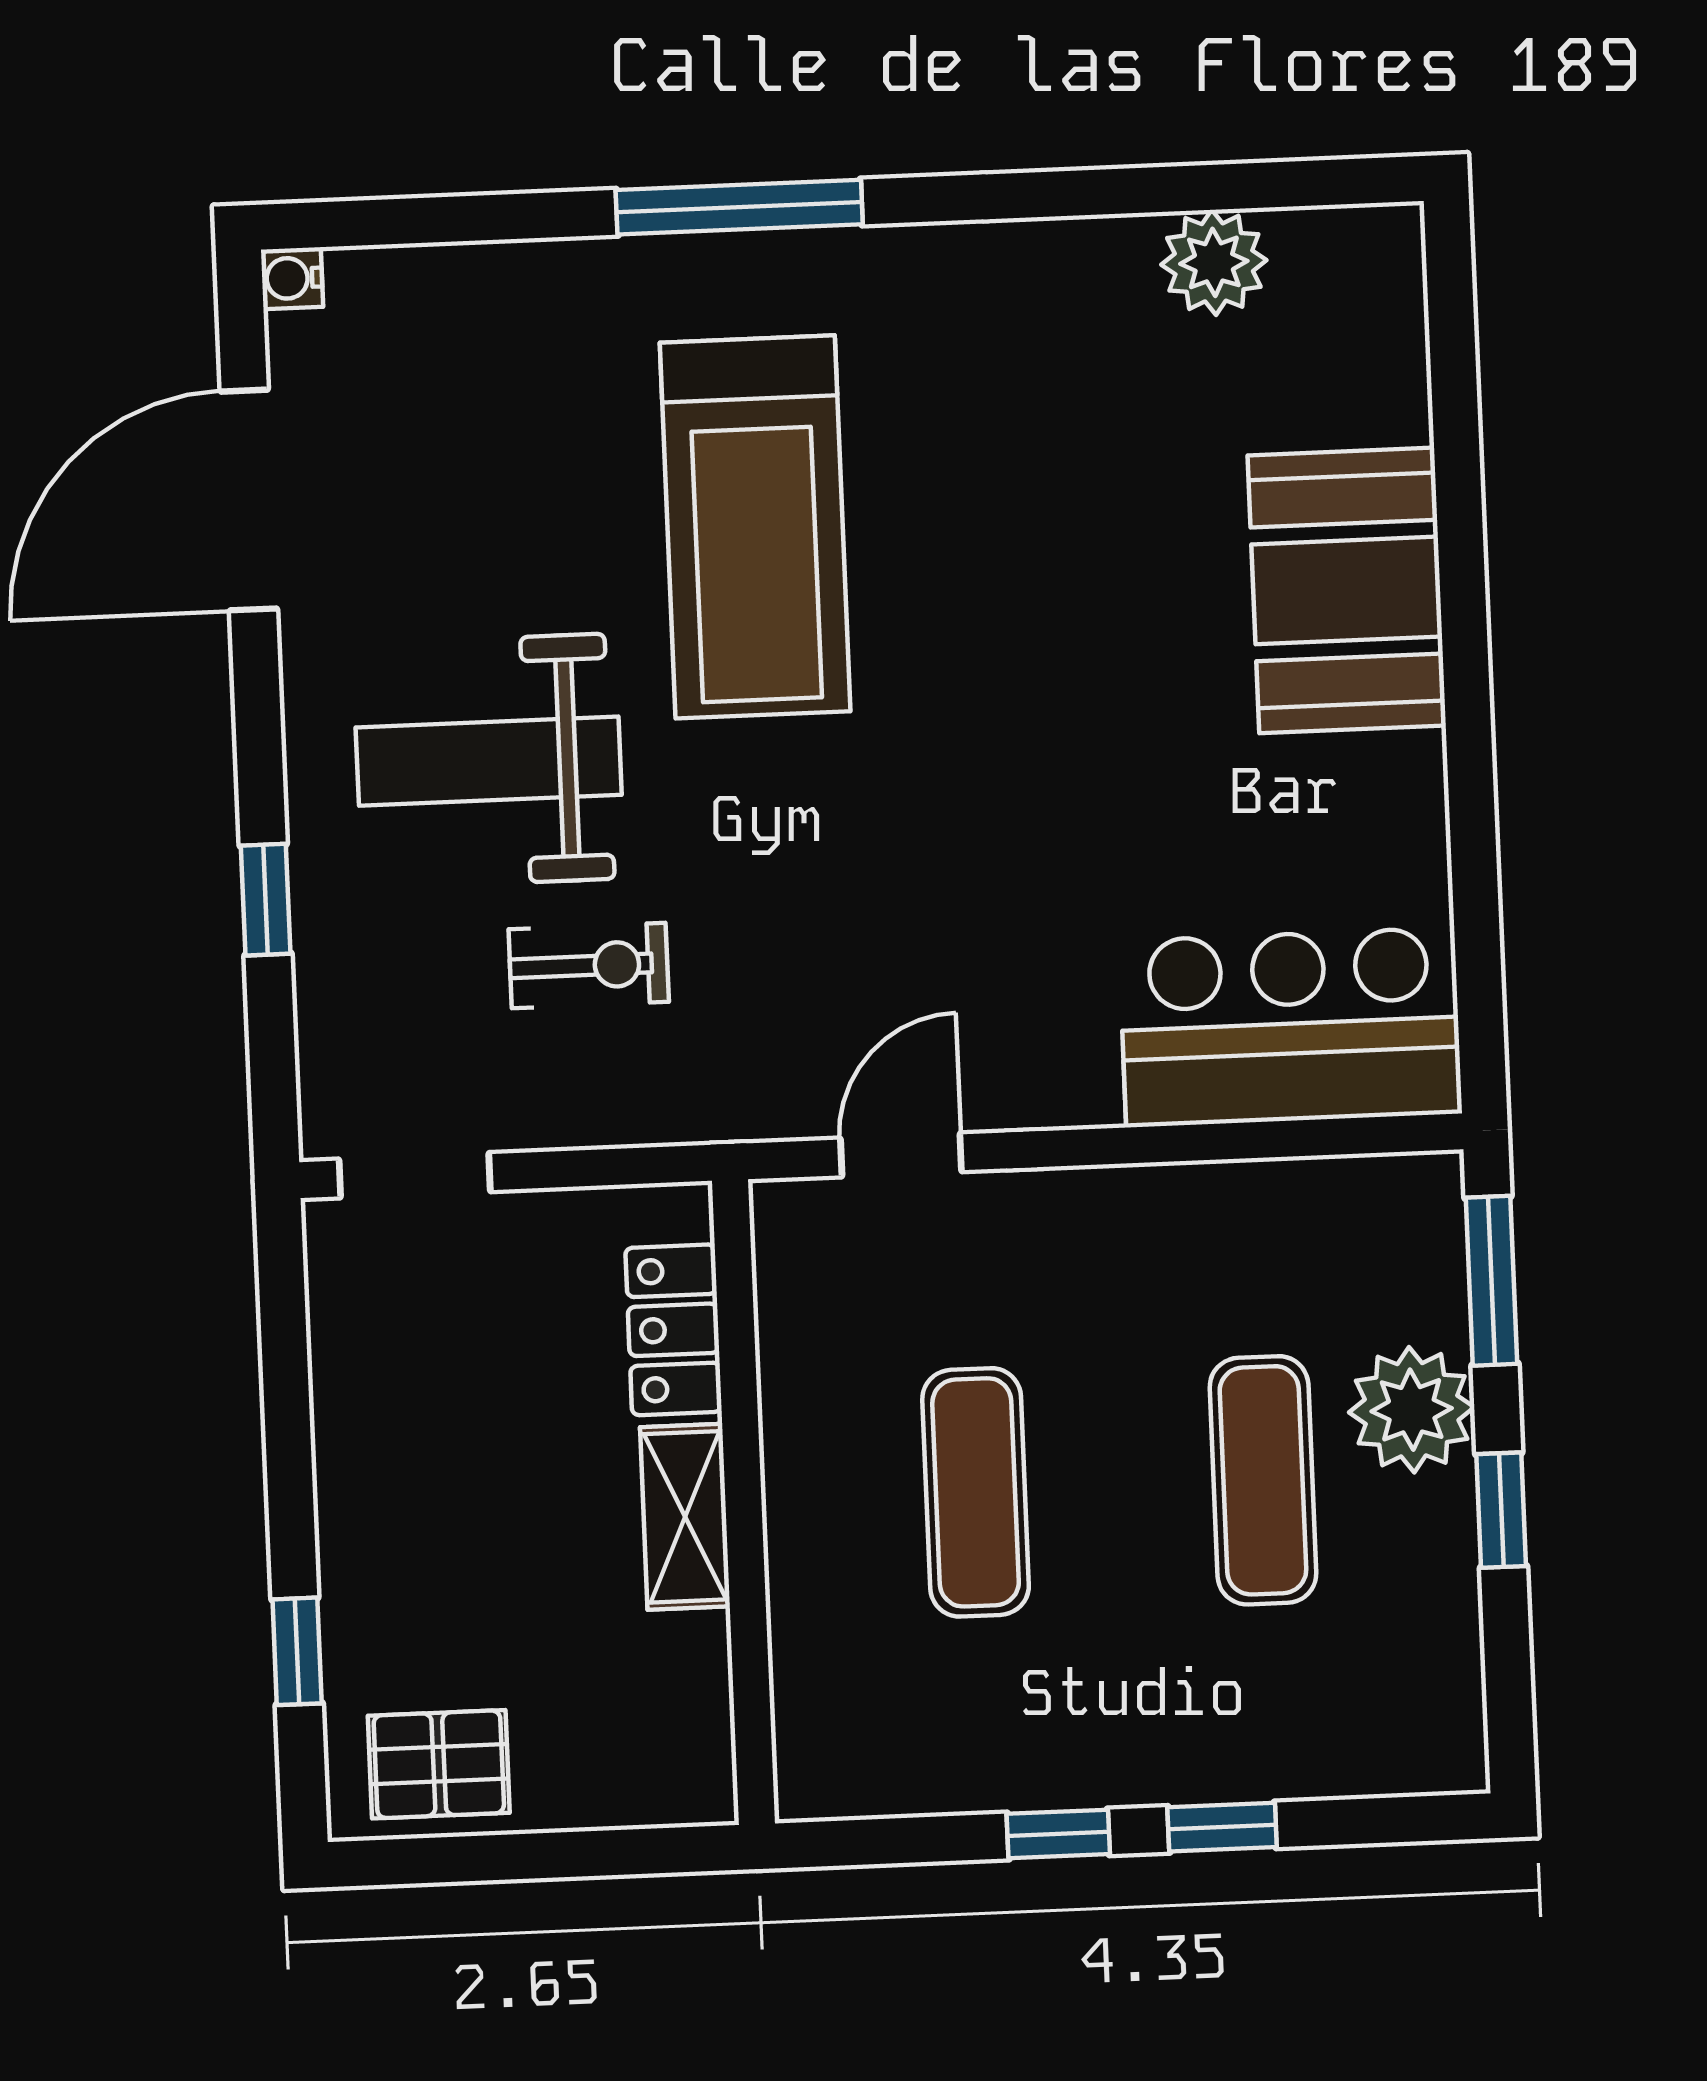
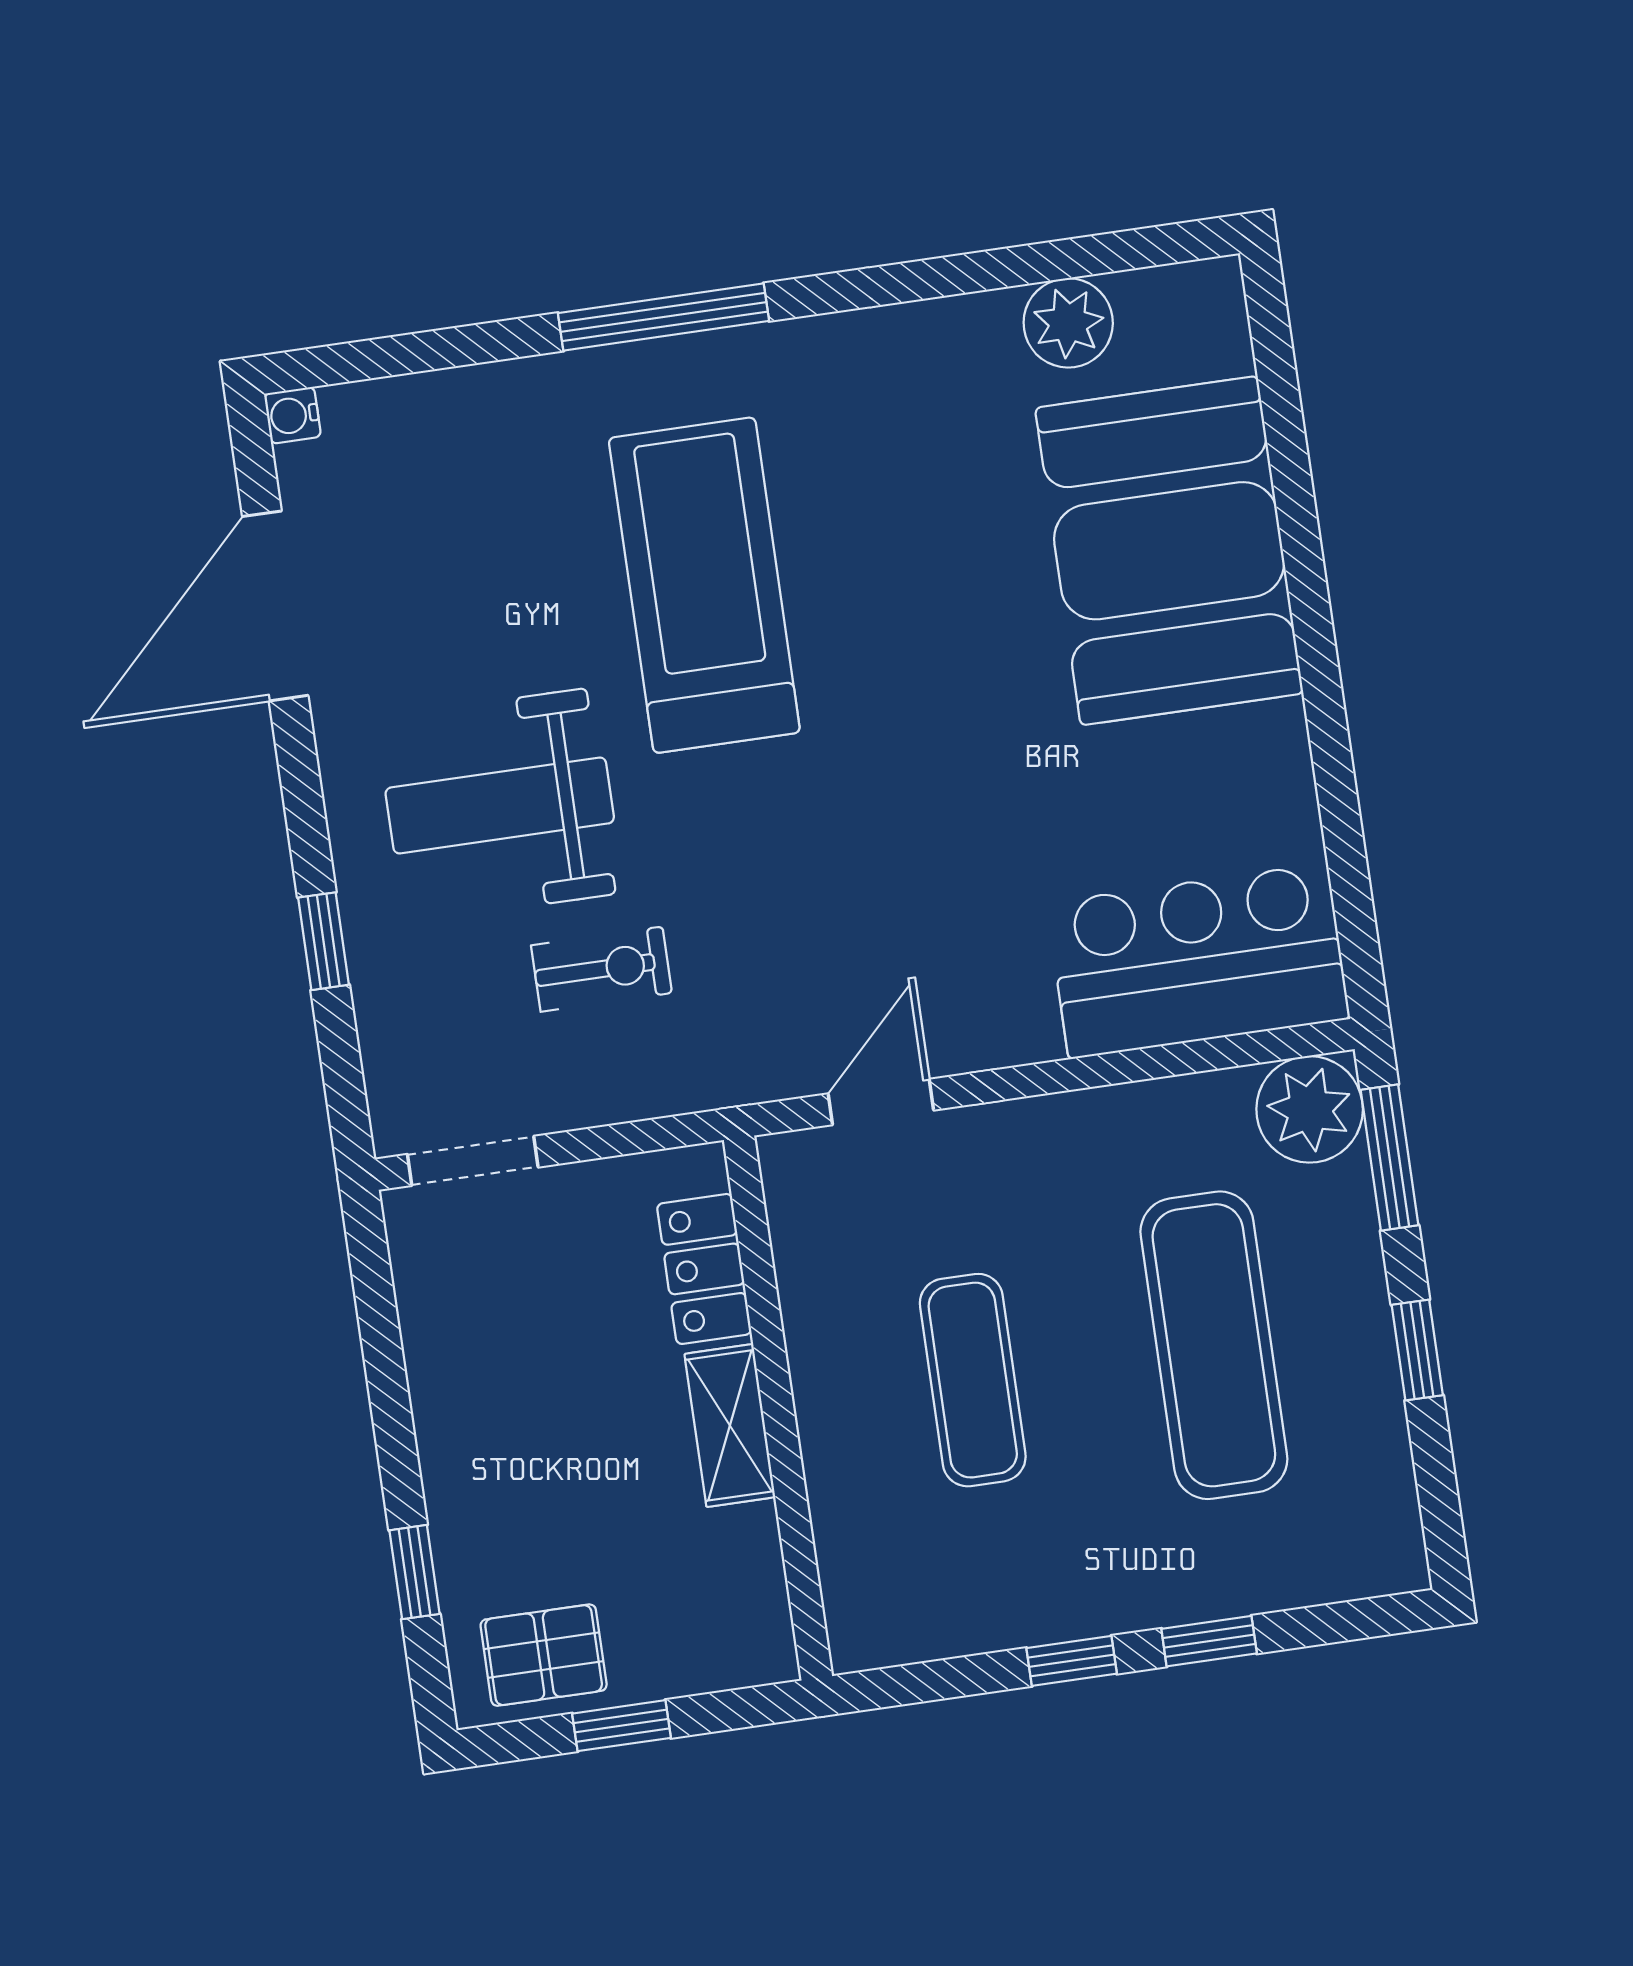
treadmill: (755, 527) -> (704, 585), turned 180
booth: (1347, 590) -> (1169, 551), width x1.36, depth x1.42
plant: (1412, 1410) -> (1310, 1109), moved
exercise mat: (1263, 1480) -> (1214, 1345), width x1.36, depth x1.45
window: (522, 1856) -> (622, 1726), added

